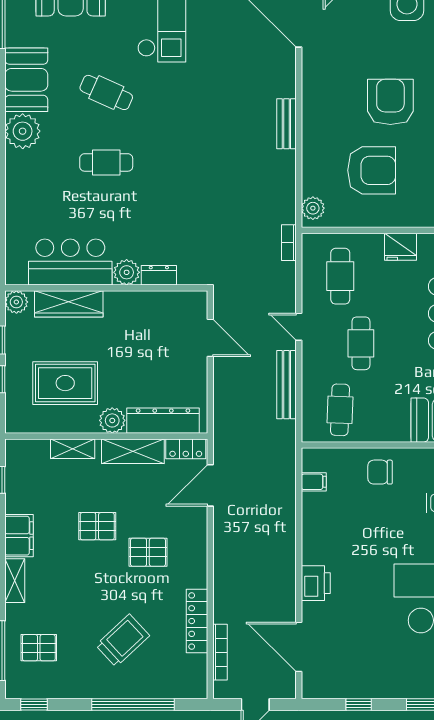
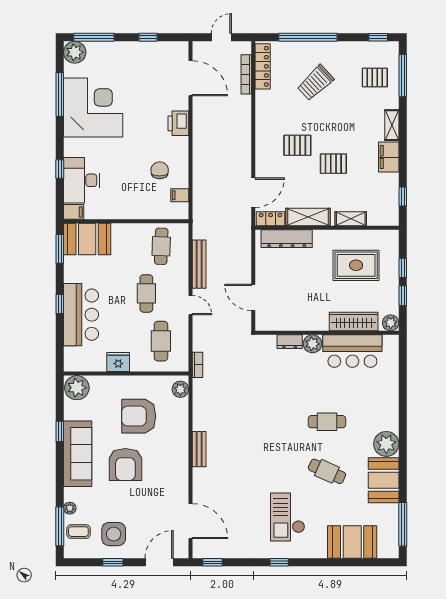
plant: (112, 420) -> (323, 239), removed
chair: (380, 472) -> (160, 170), moved, turned -90
locker: (197, 621) -> (263, 66), moved

